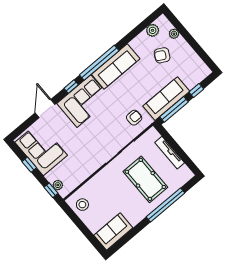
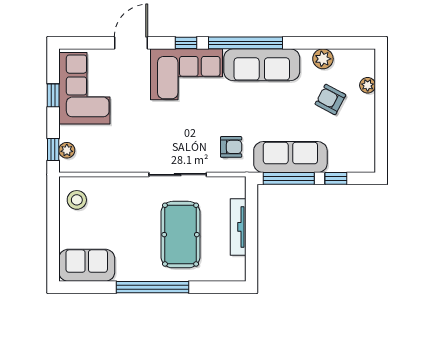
plant: (153, 30) -> (323, 59), moved
window: (165, 205) -> (152, 287), moved

